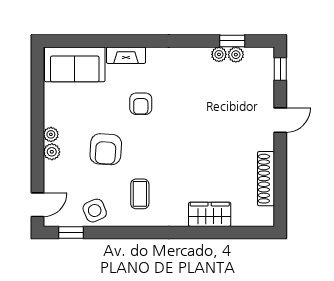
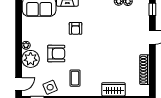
armchair: (106, 149) -> (56, 54), turned -94
plant: (52, 152) -> (31, 59), width x1.87, depth x1.87

